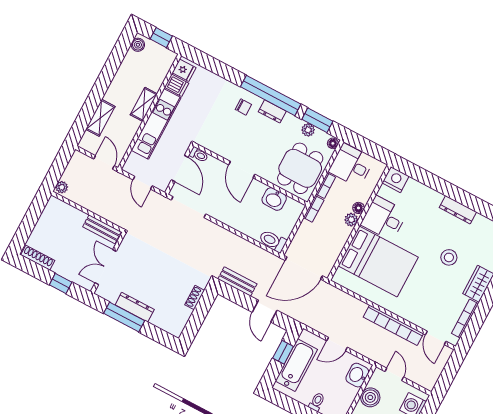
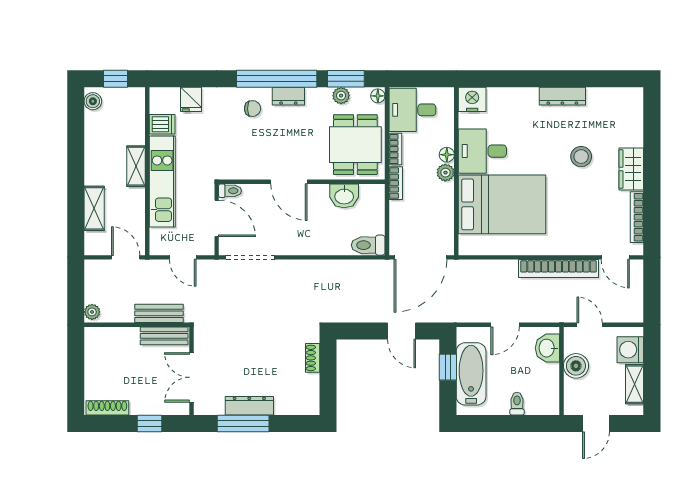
fridge: (184, 70) -> (191, 99), moved, turned 90
bench: (237, 281) -> (159, 313), moved

